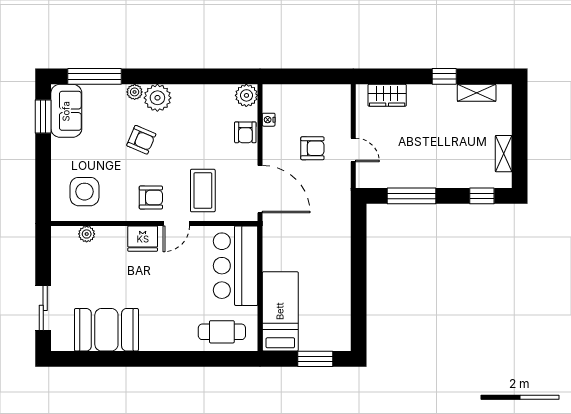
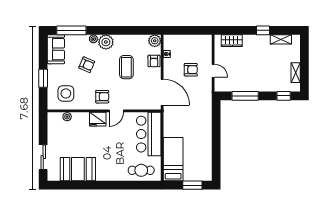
window: (43, 116) -> (43, 78), moved
armchair: (141, 140) -> (87, 65), moved
coffee table: (203, 191) -> (126, 67), moved

